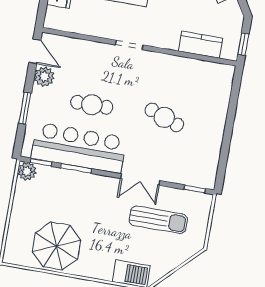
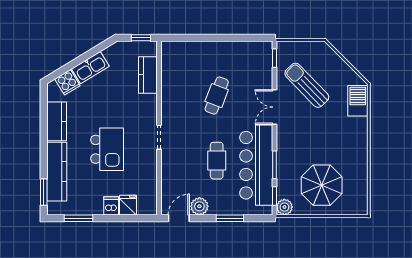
double door: (140, 180) -> (274, 107), swing flipped
sun lounger: (158, 220) -> (307, 85), turned -44
parasol: (56, 246) -> (322, 185), moved

